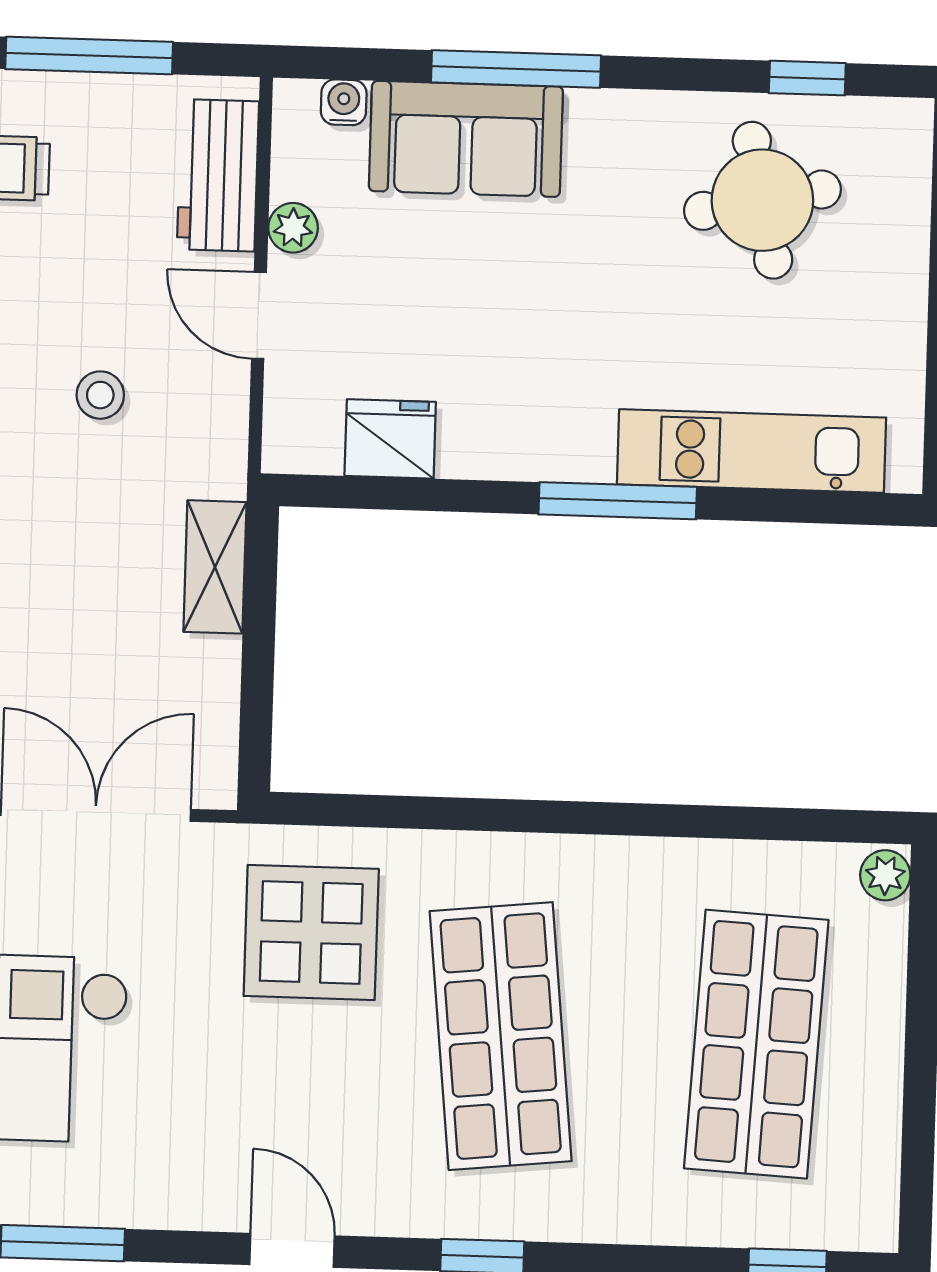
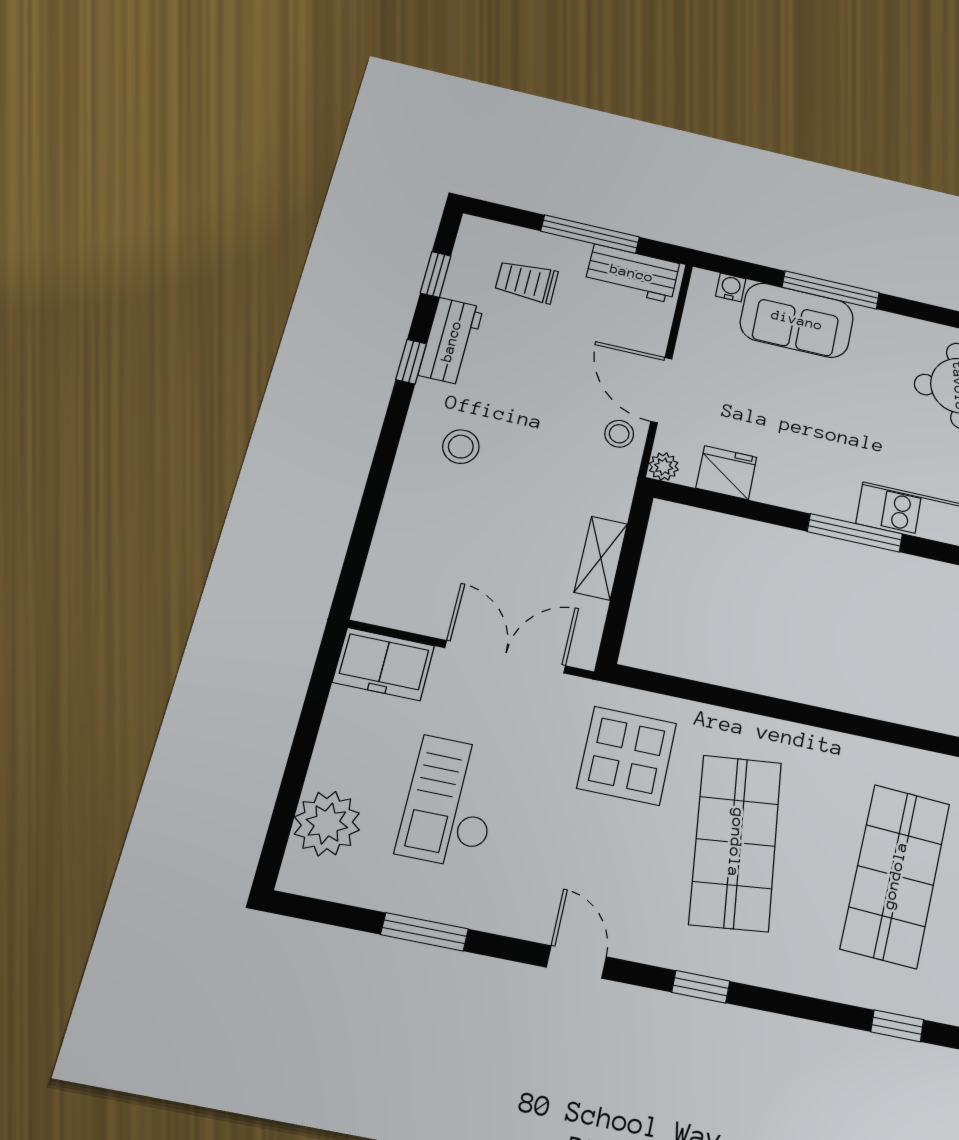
workbench: (218, 175) -> (632, 273), moved, turned -90
plant: (293, 228) -> (664, 467), moved
door: (259, 315) -> (661, 390), width x1.37
stool: (100, 395) -> (619, 434), moved
shelving: (215, 567) -> (601, 558), moved

